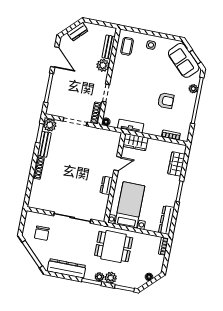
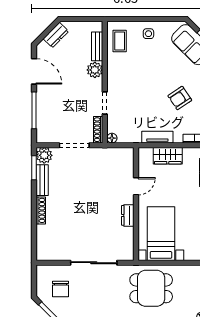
armchair: (166, 101) -> (180, 98), turned 146
tv unit: (131, 126) -> (157, 137), moved
wardrobe: (135, 142) -> (168, 156), moved

